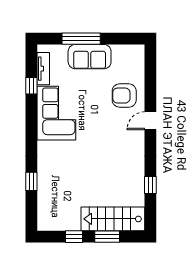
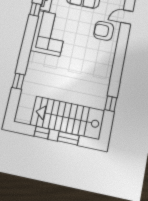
door: (150, 121) -> (127, 17), moved
stairs: (113, 219) -> (68, 118), width x1.36, depth x1.51

